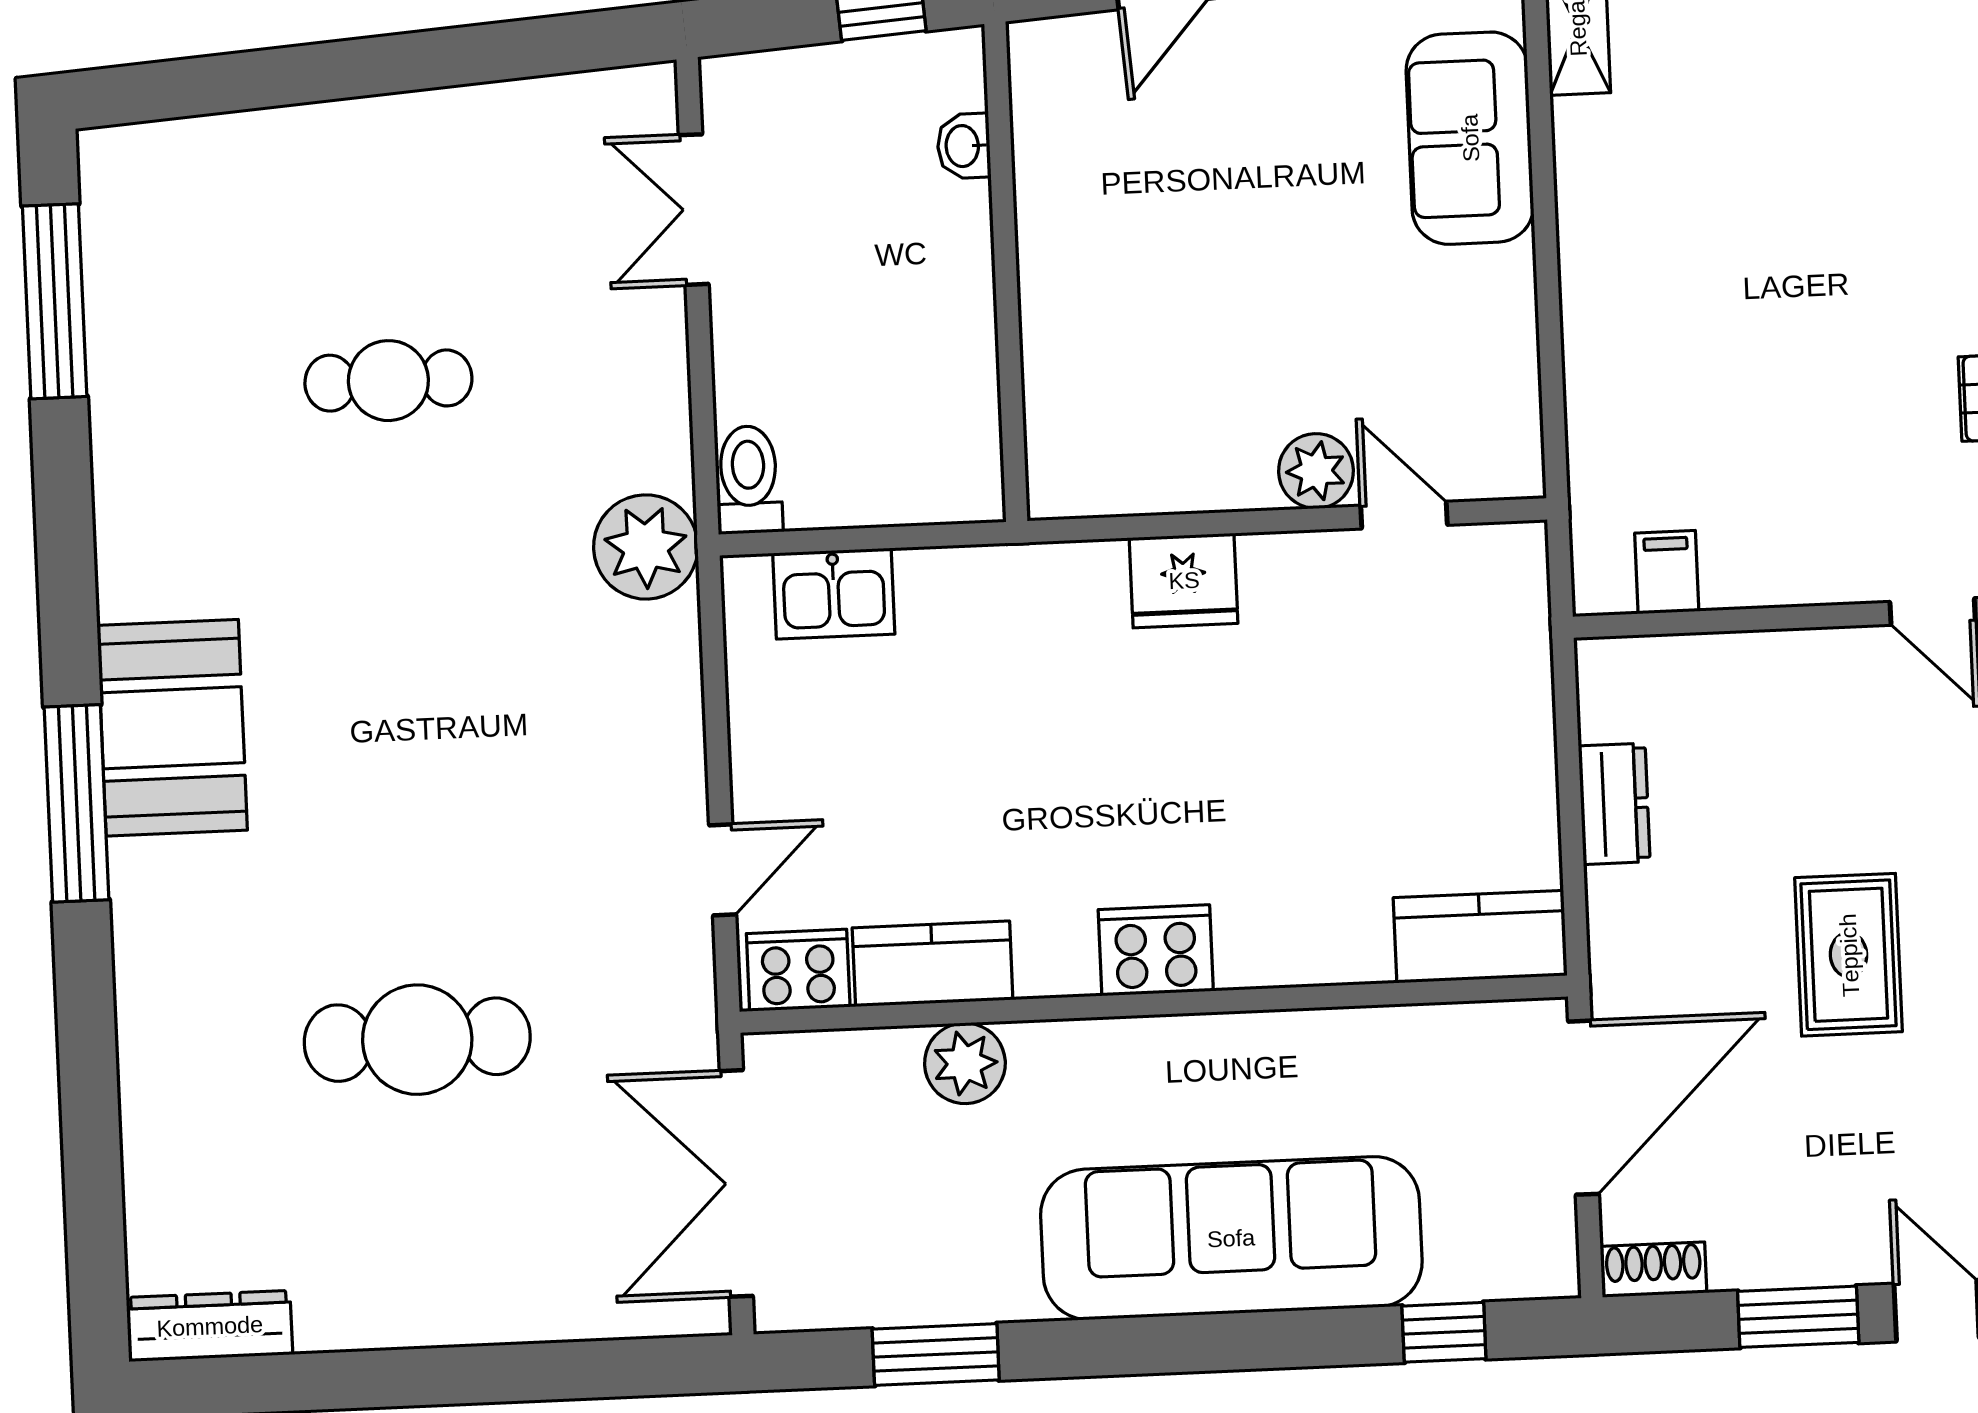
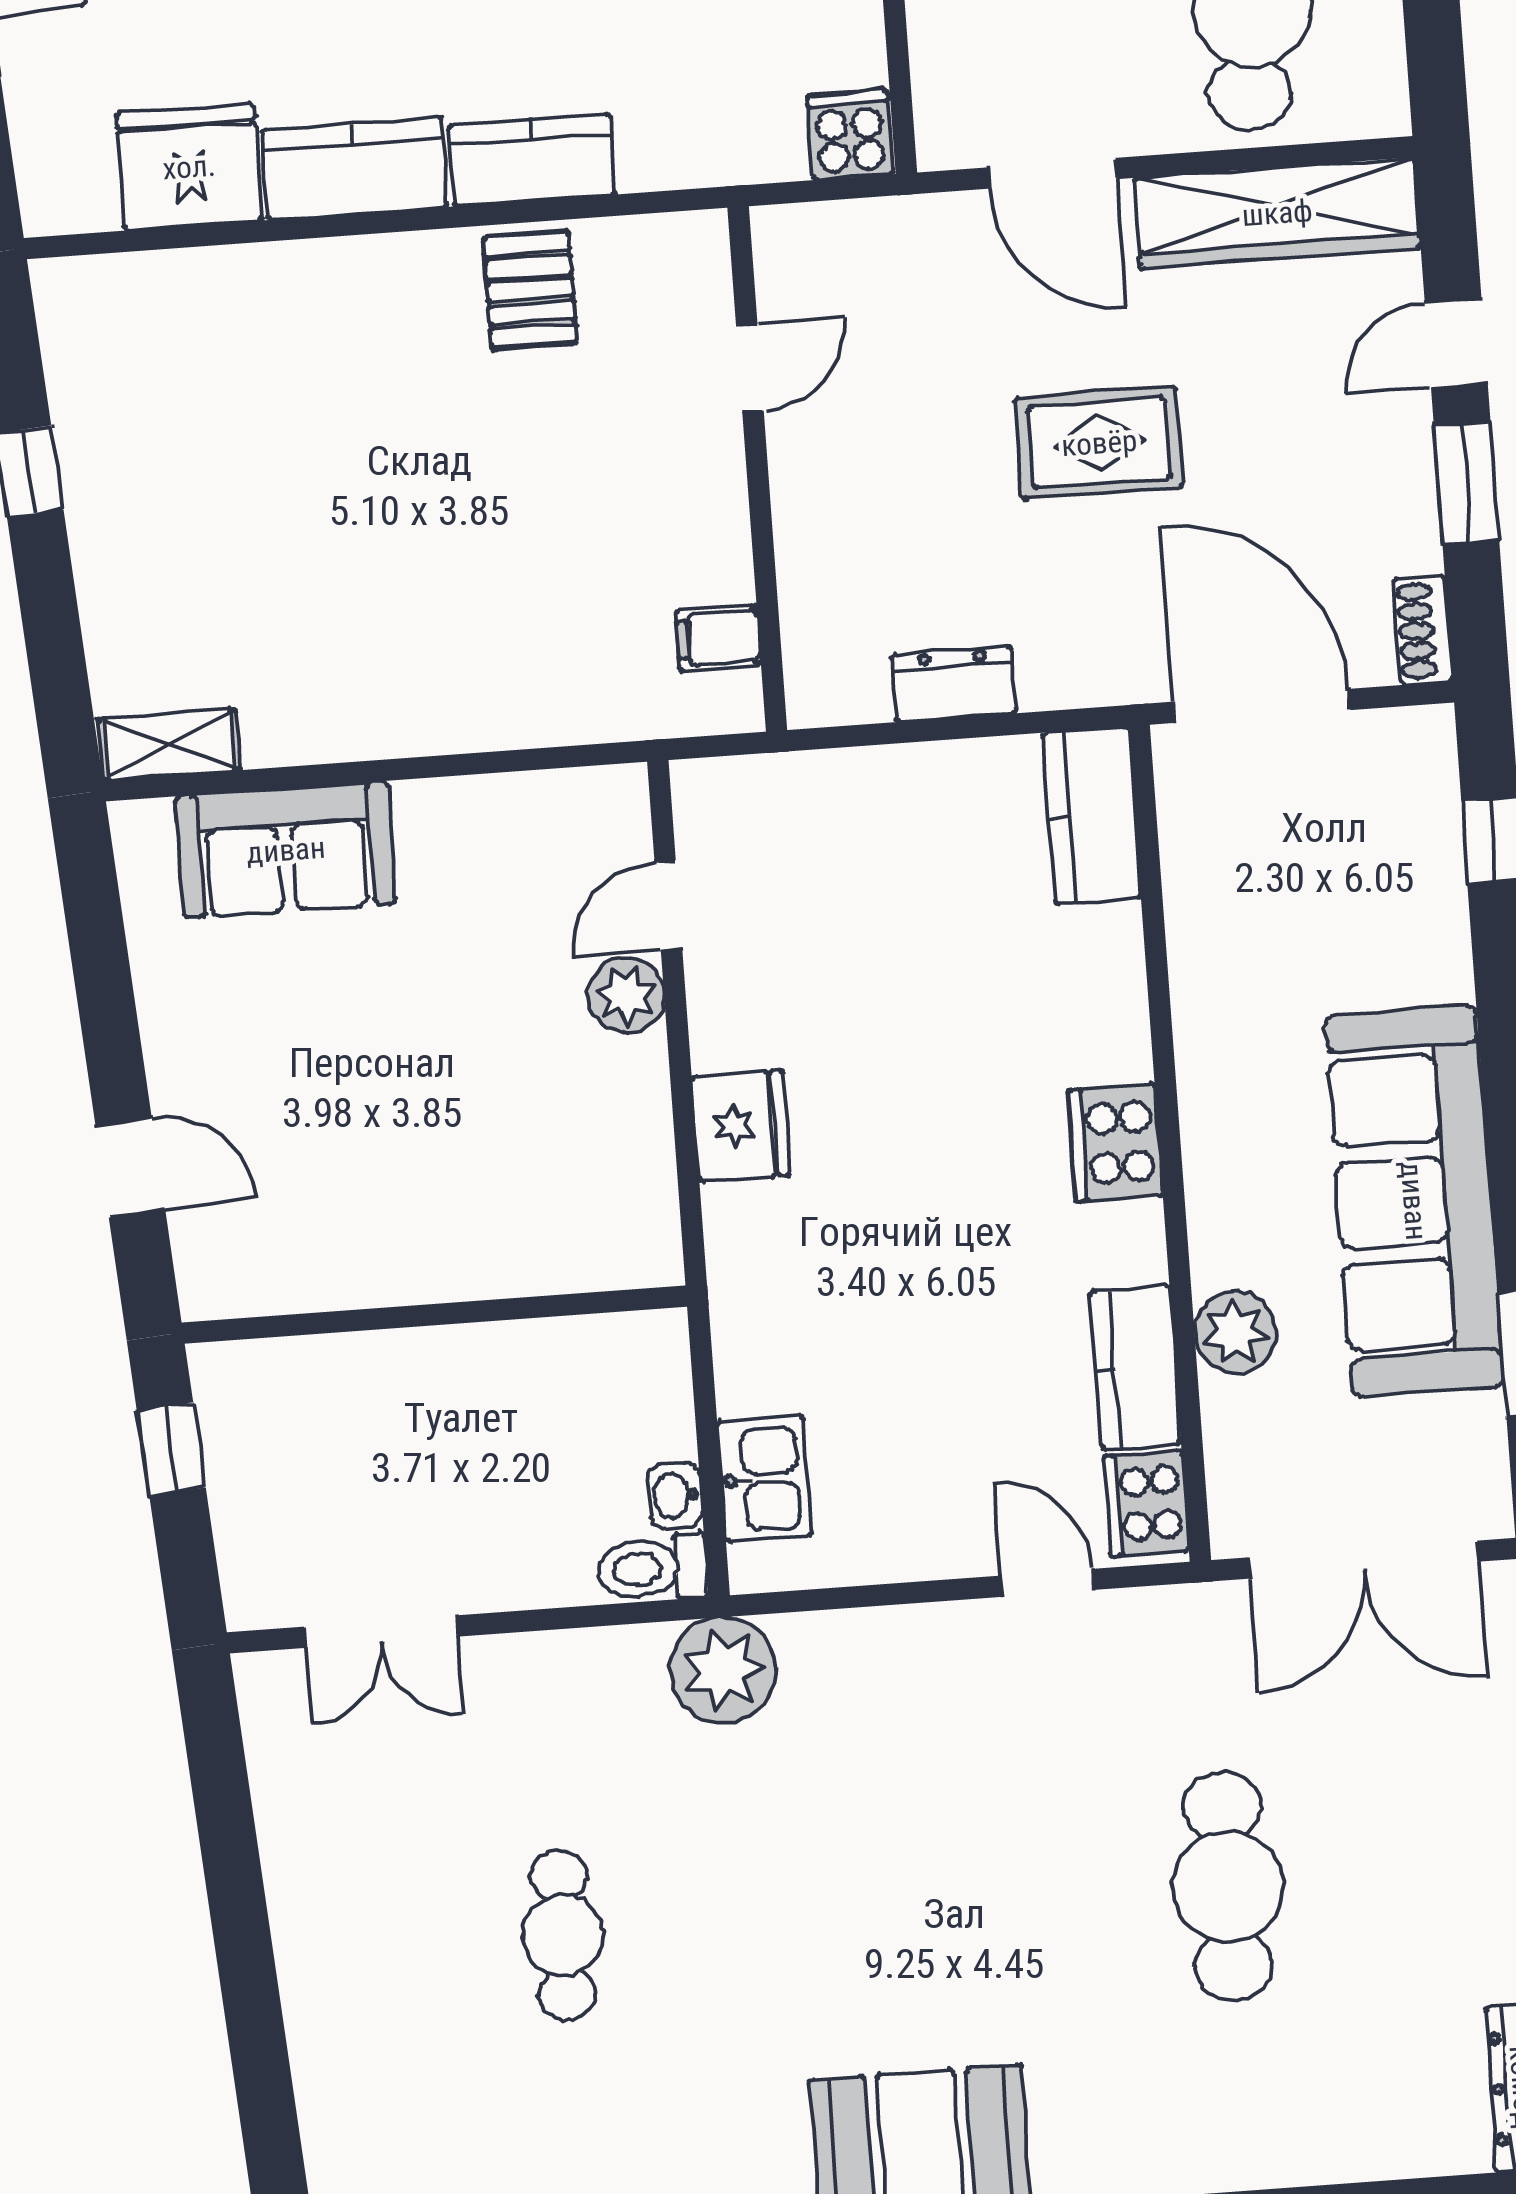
washbasin: (964, 146) -> (675, 1495), moved, turned 90
sofa: (1231, 1238) -> (1414, 1201), moved

